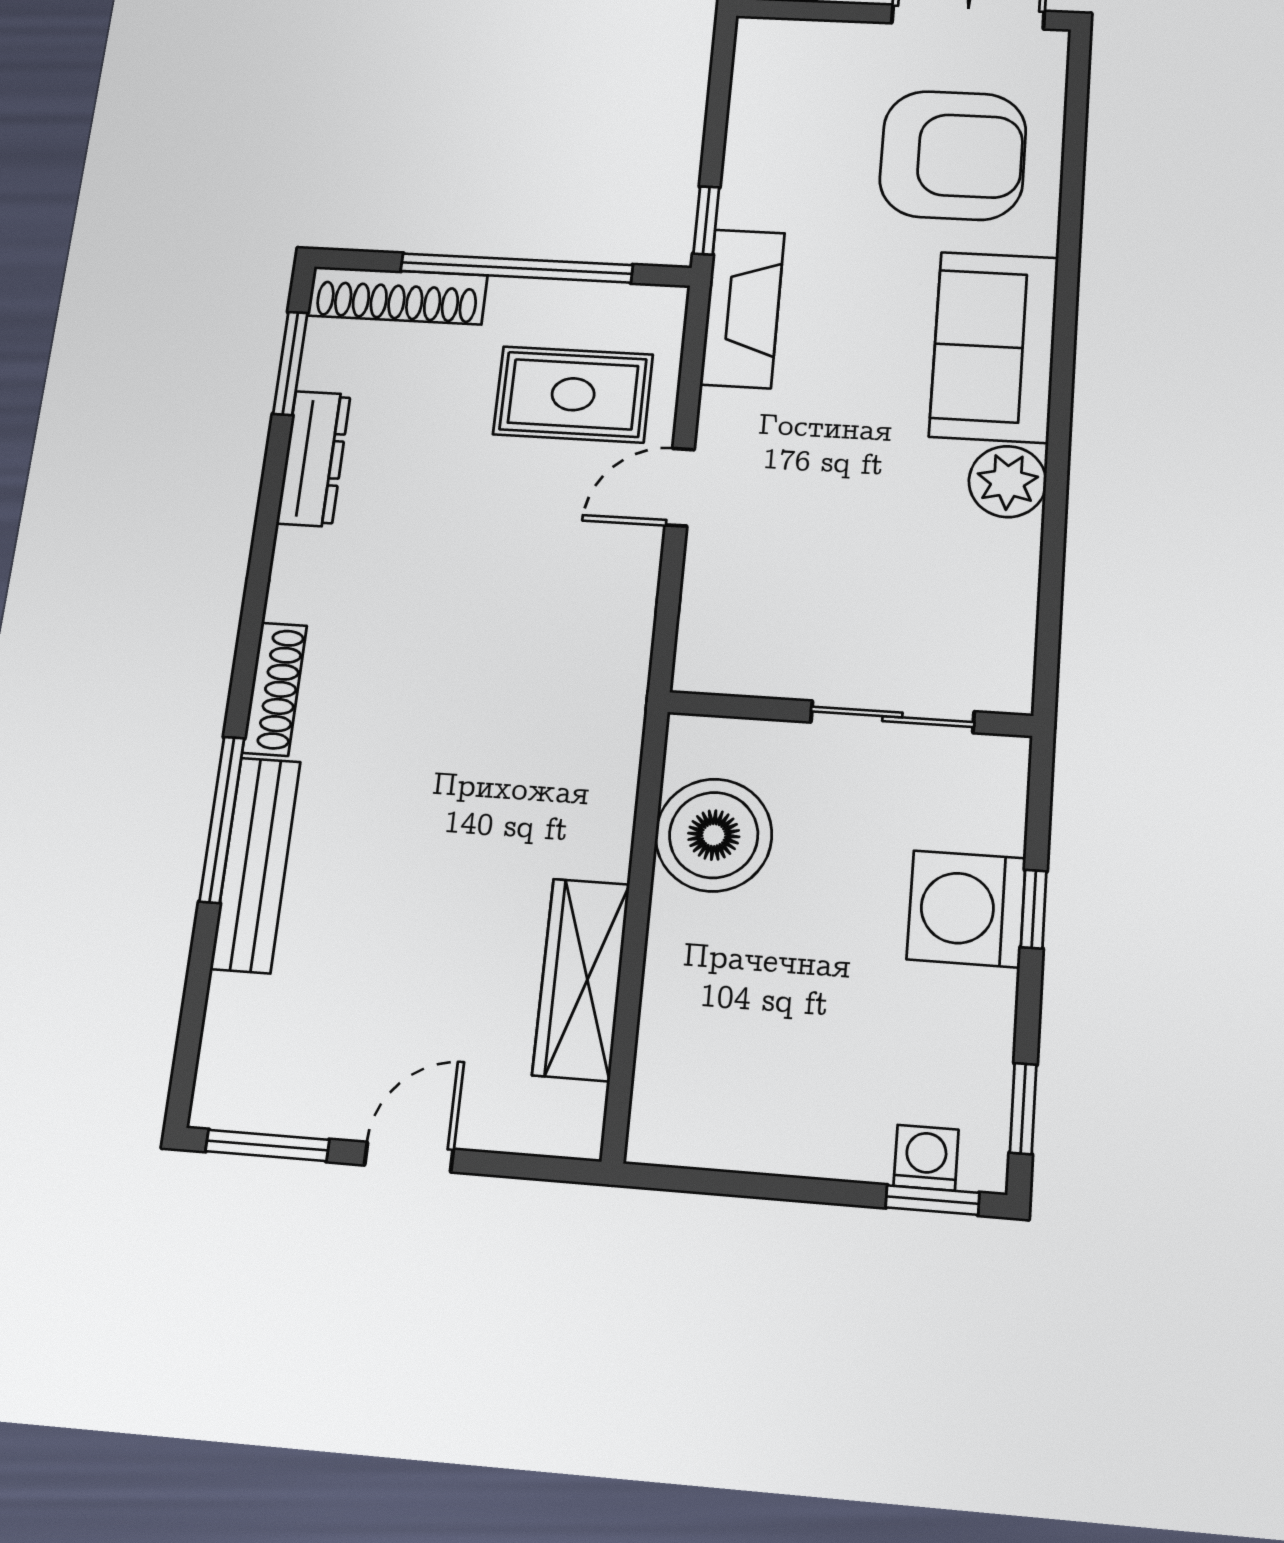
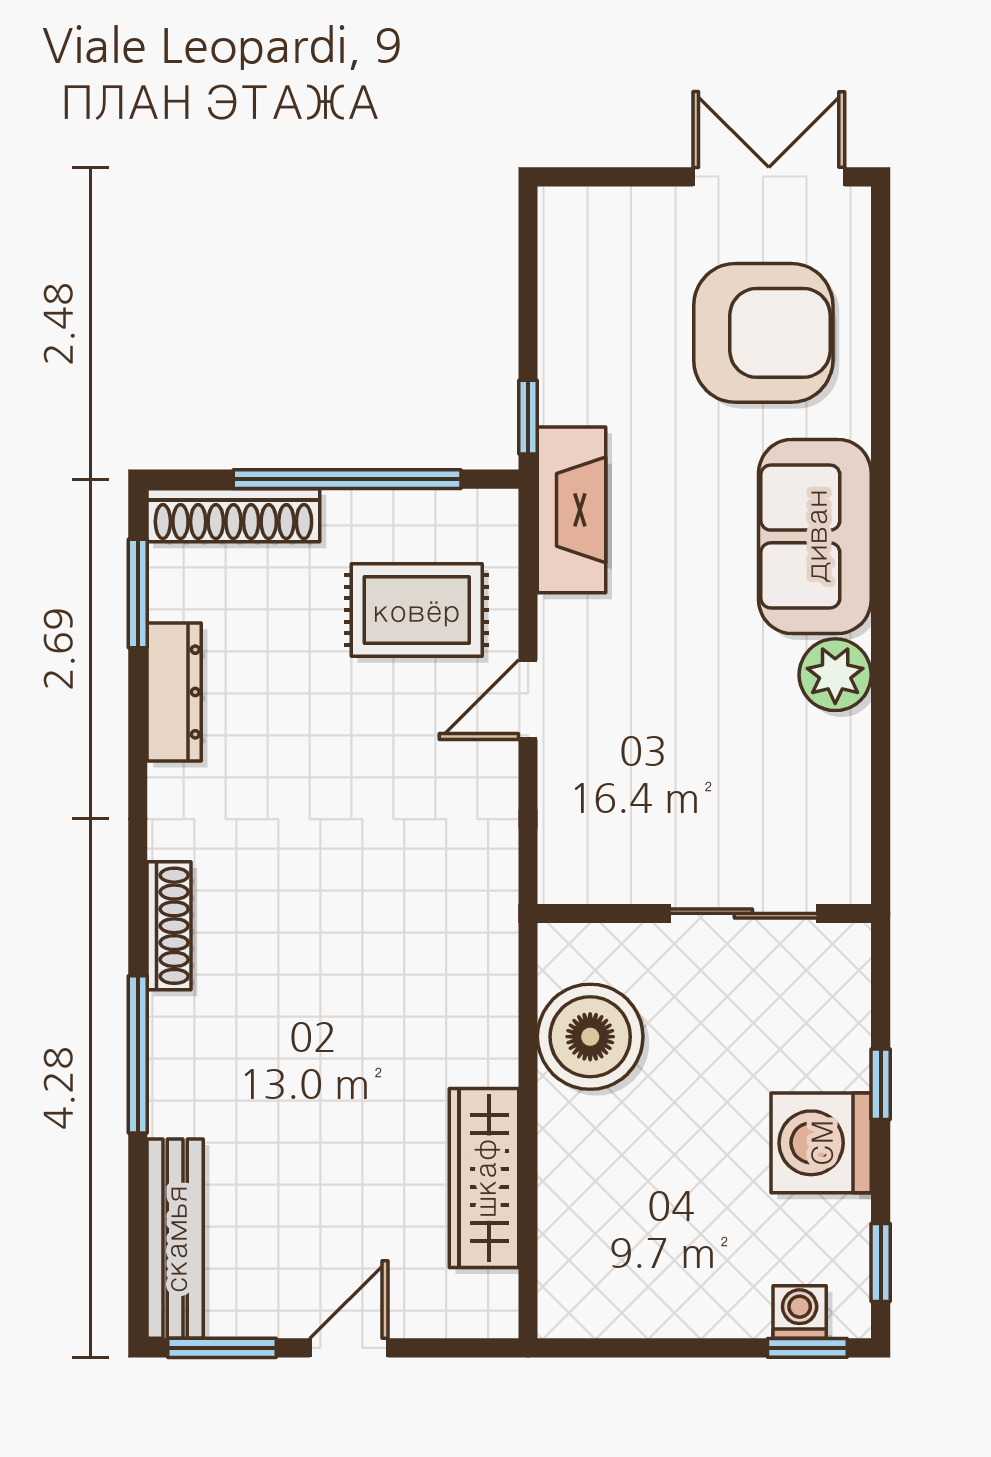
bench: (256, 864) -> (175, 1239), moved
washing machine: (966, 909) -> (821, 1143), moved

